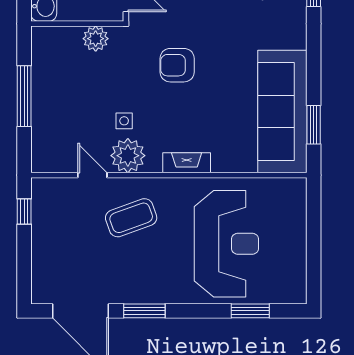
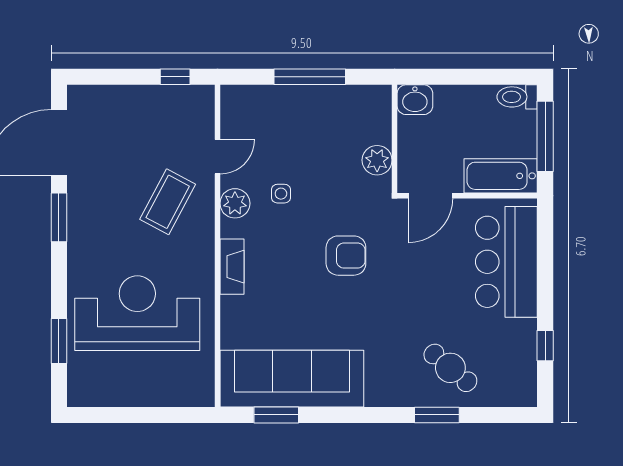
armchair: (177, 65) -> (346, 256), turned 90
plant: (128, 156) -> (235, 203), width x0.73, depth x0.73
coffee table: (131, 218) -> (168, 202), turned 48
reception desk: (226, 244) -> (137, 313), turned 180

